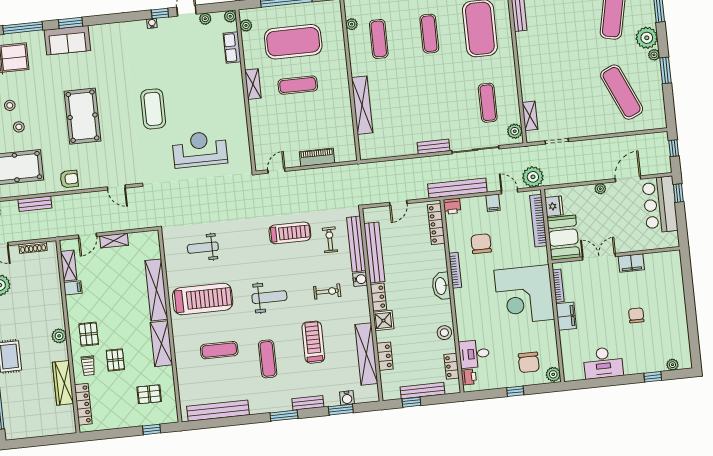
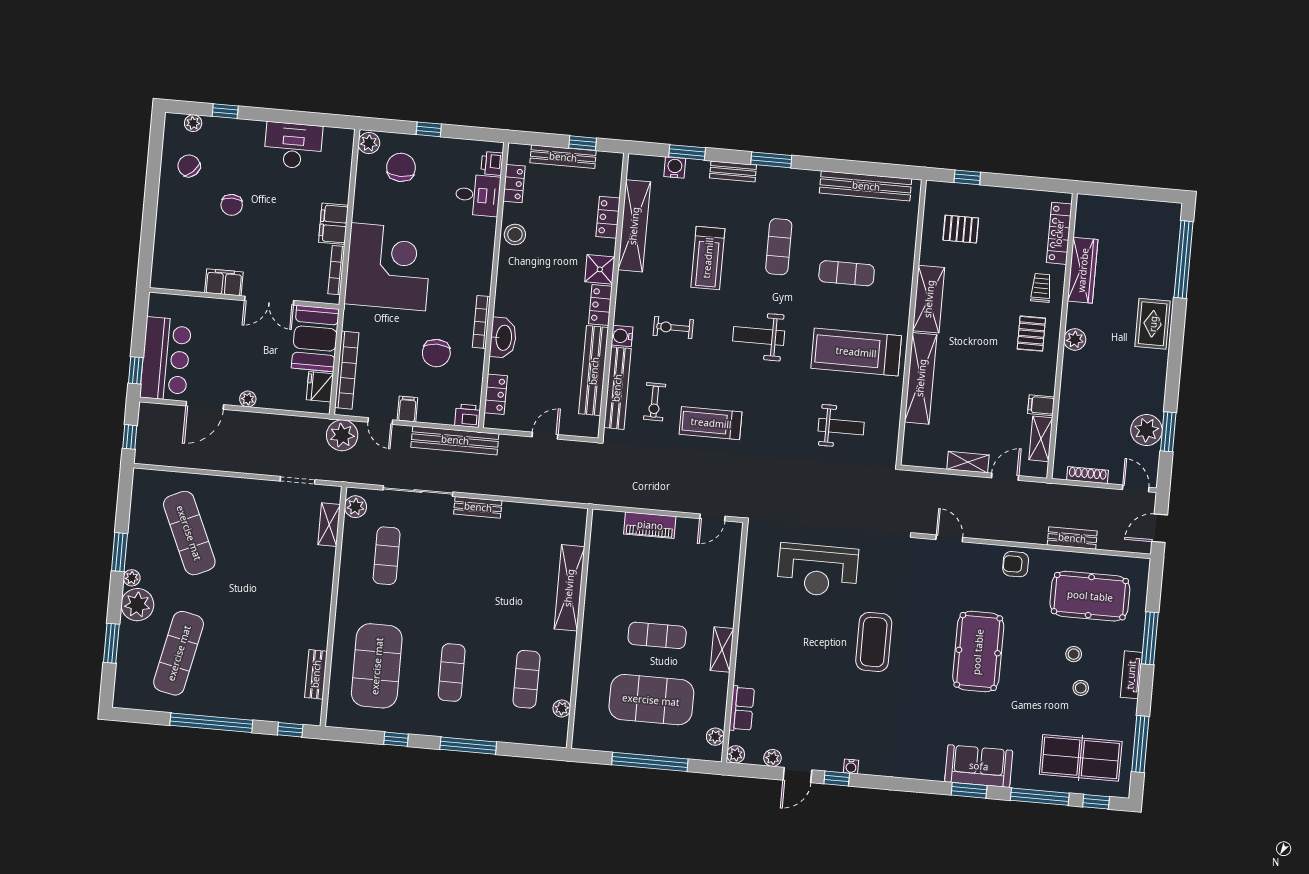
locker: (436, 224) -> (496, 394), width x0.66
washbasin: (441, 286) -> (503, 338), moved
chair: (670, 336) -> (189, 166), added
pallet: (115, 360) -> (1000, 289), removed

